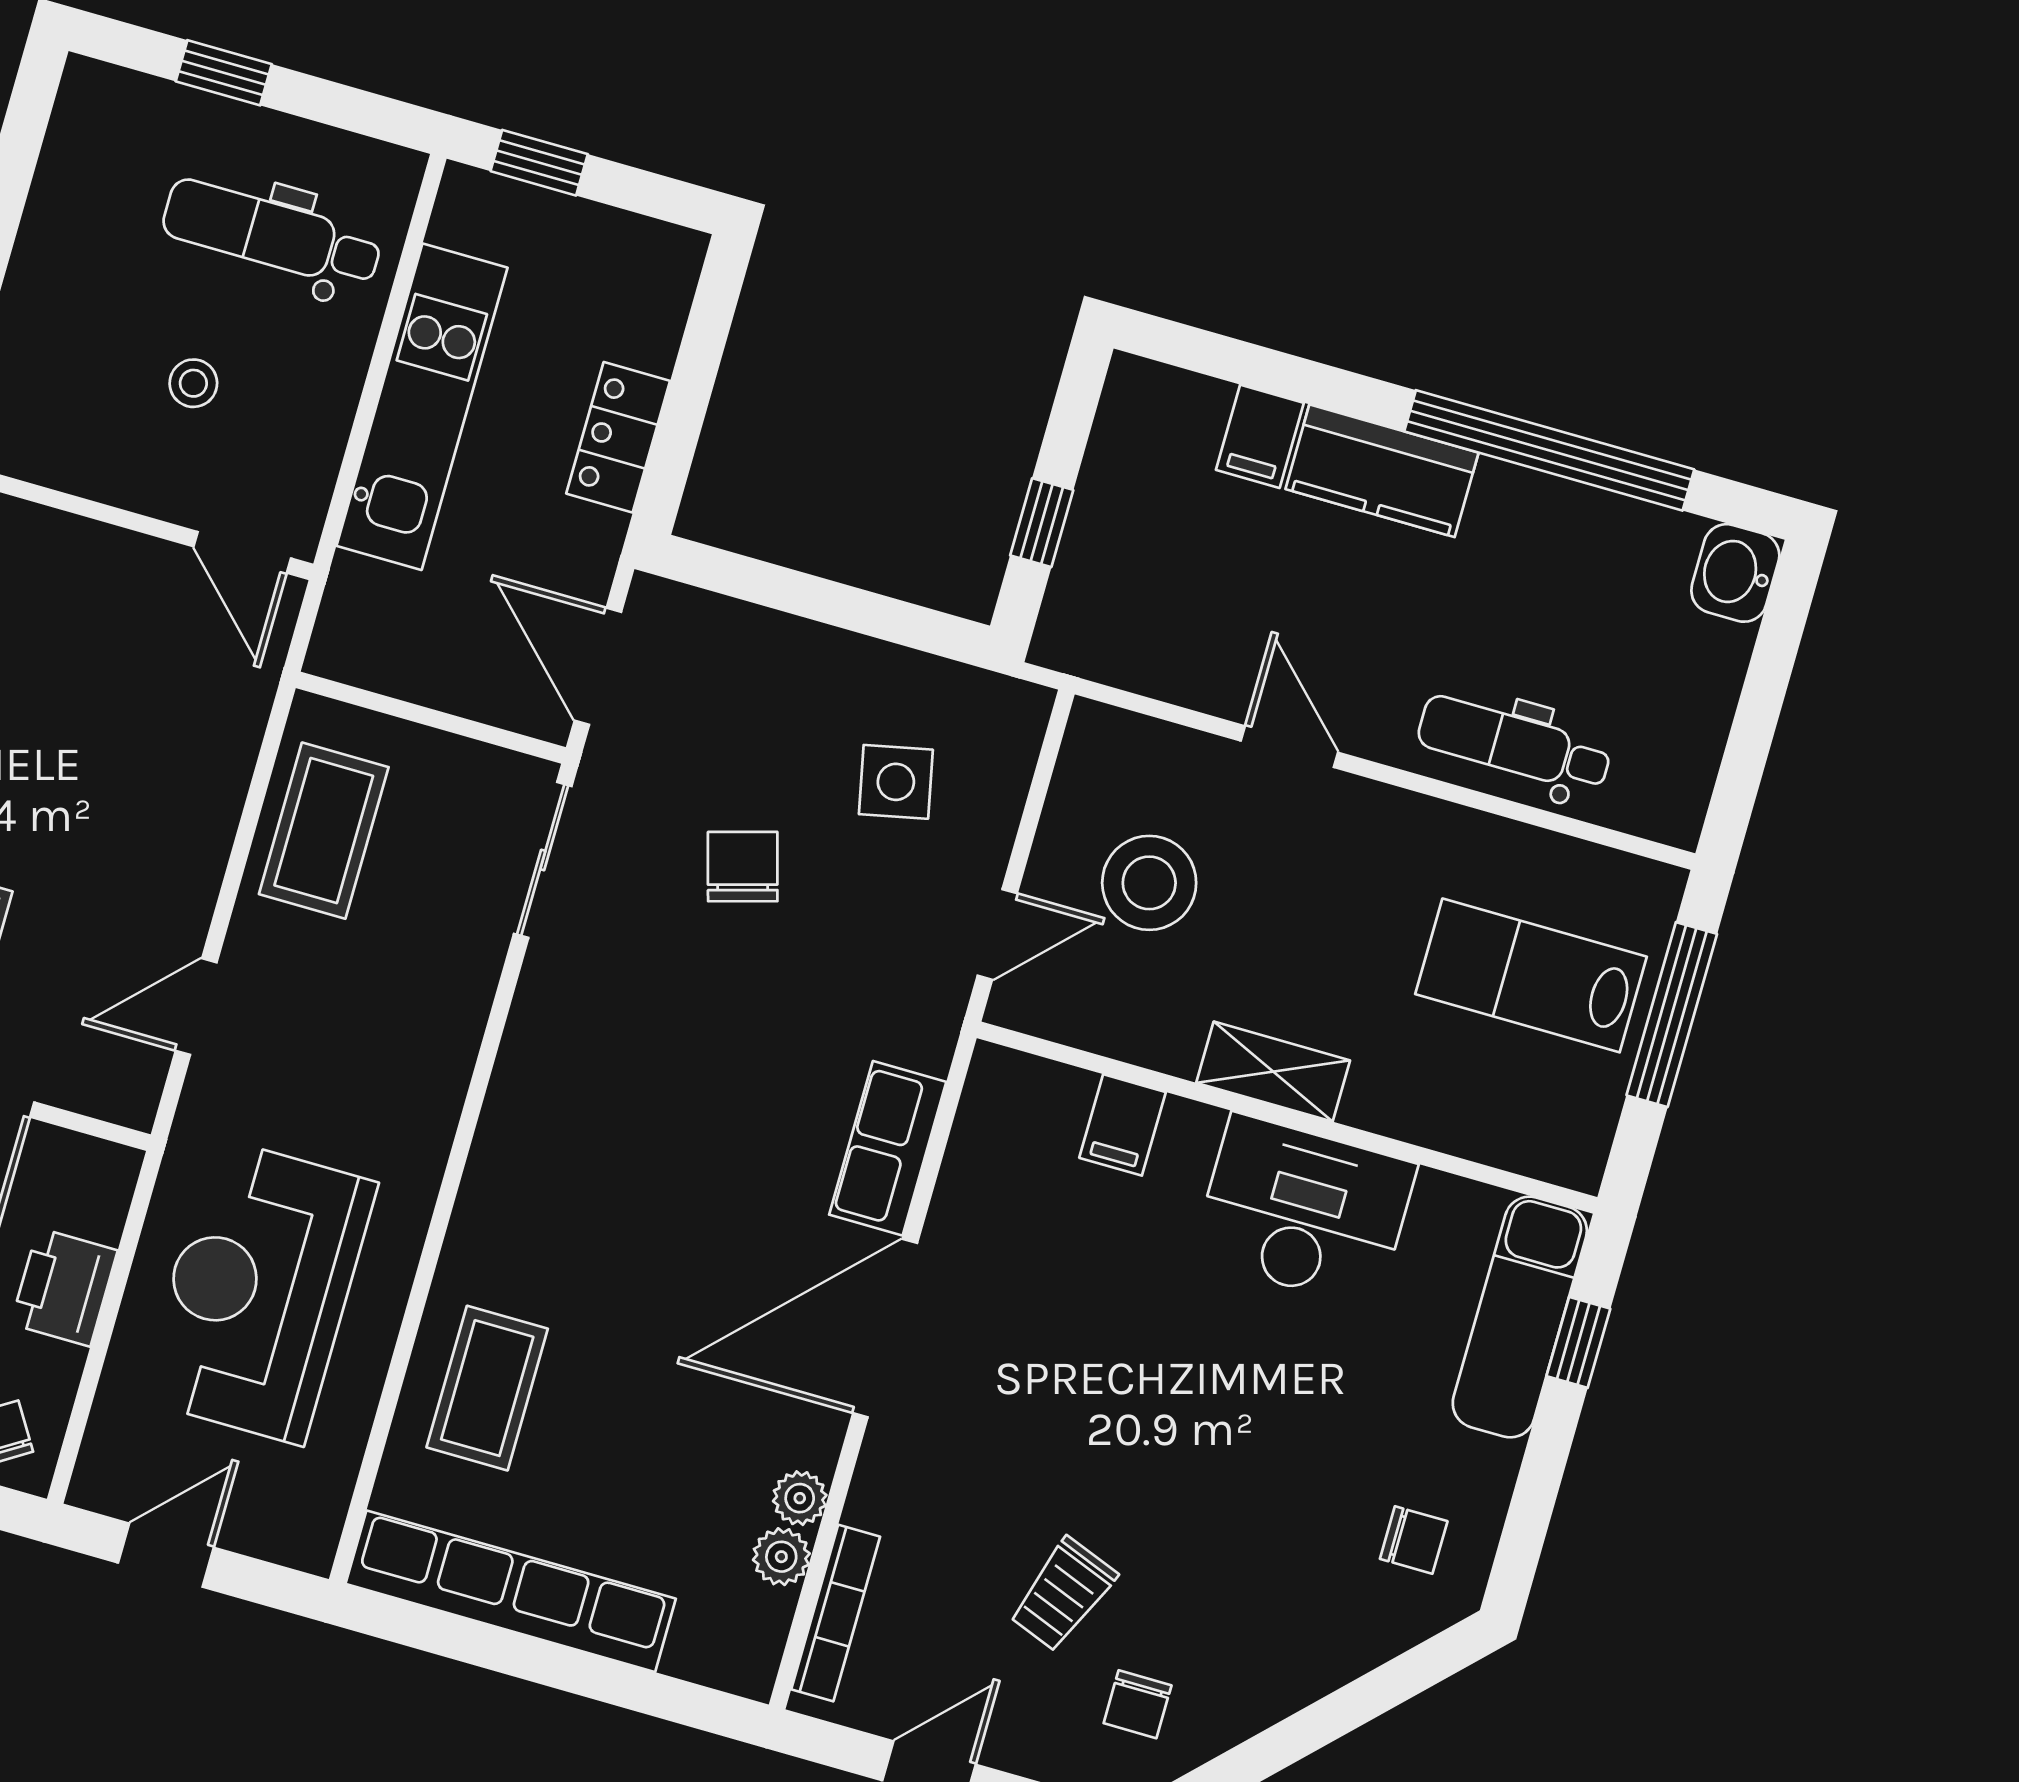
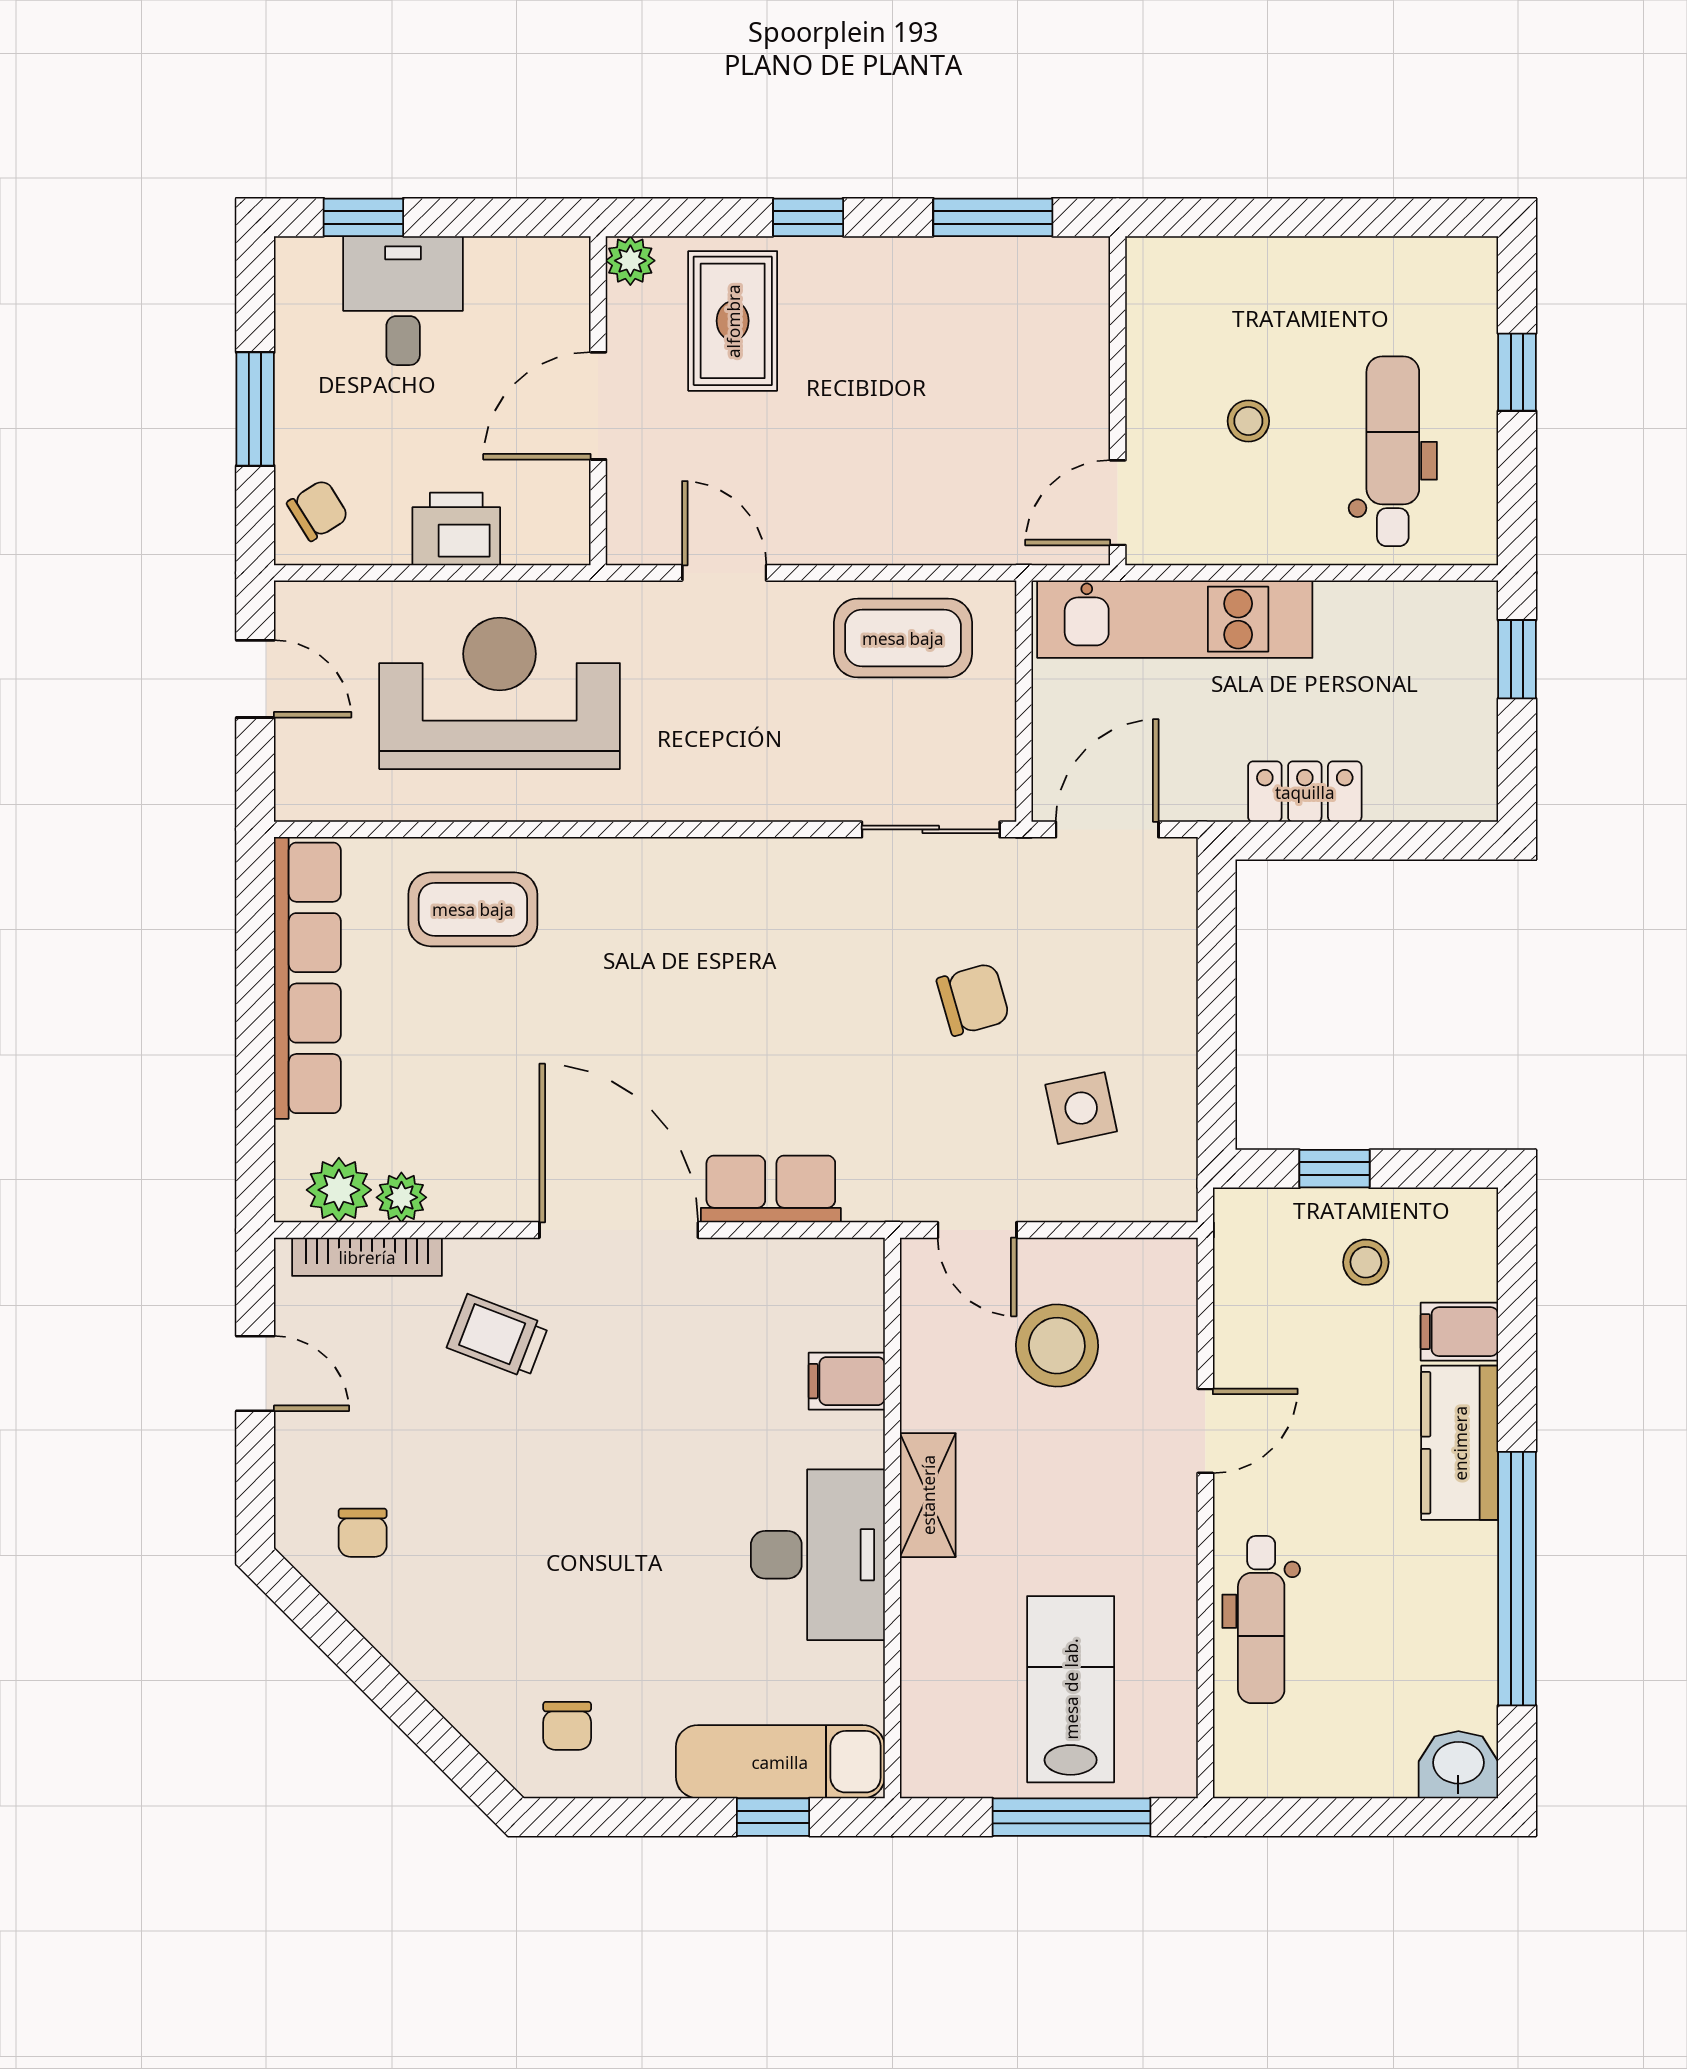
kitchen unit: (422, 407) -> (1175, 619), moved
stool: (1154, 517) -> (1366, 1262), added
dental chair: (1514, 744) -> (1261, 1620), turned 180
plant: (800, 1498) -> (339, 1190), moved, width x1.38, depth x1.38
trolley: (1063, 1595) -> (498, 1336), moved
chair: (1138, 1704) -> (363, 1533), turned -90

